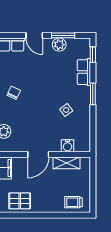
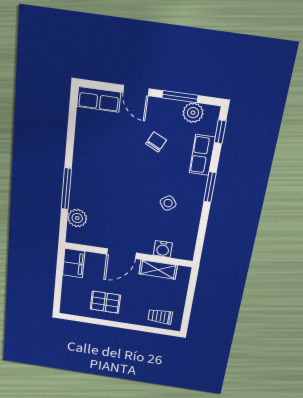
plant: (59, 45) -> (193, 113), moved
chair: (14, 93) -> (156, 142), moved
pallet: (20, 201) -> (105, 302), moved

